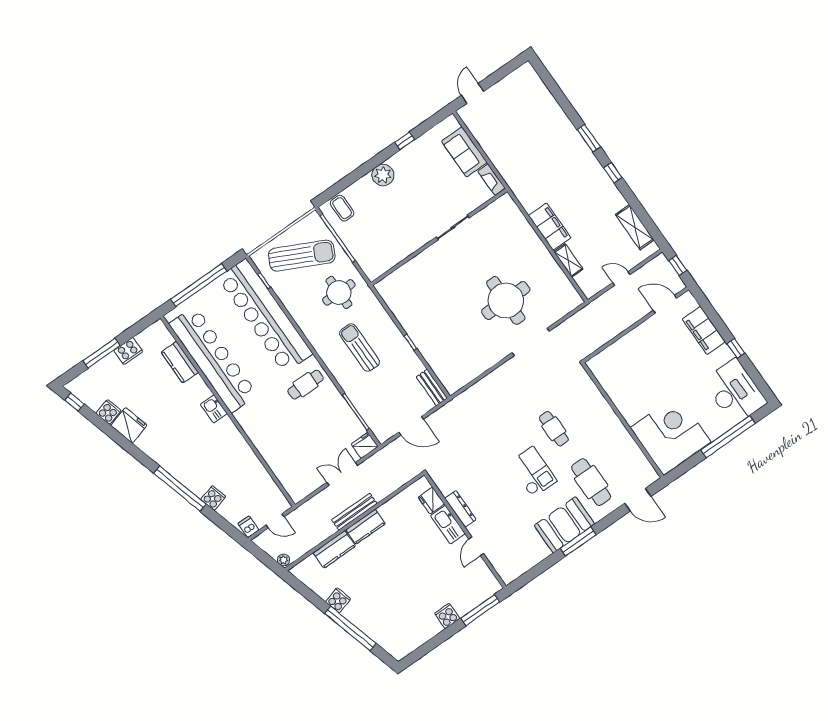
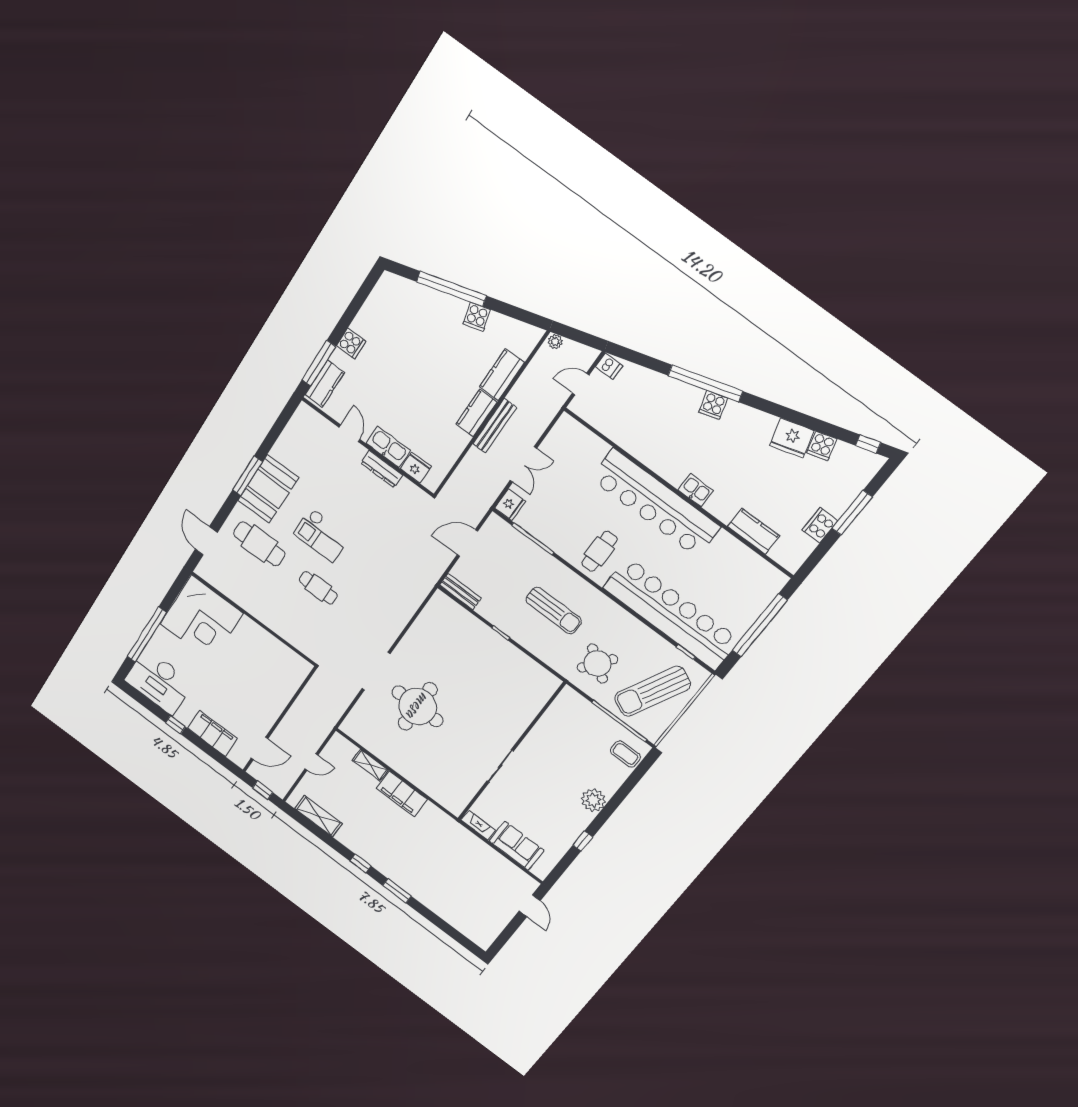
round table: (339, 292) -> (597, 663), turned 36
bar counter: (213, 359) -> (655, 503), moved
cooker: (213, 498) -> (713, 405), moved
door: (638, 500) -> (206, 541), hinge flipped
kitchen counter: (481, 593) -> (325, 384), added

